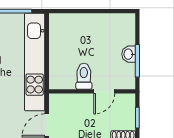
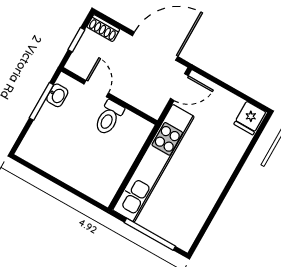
washbasin: (129, 54) -> (57, 95), moved
door: (104, 91) -> (96, 89), hinge flipped

